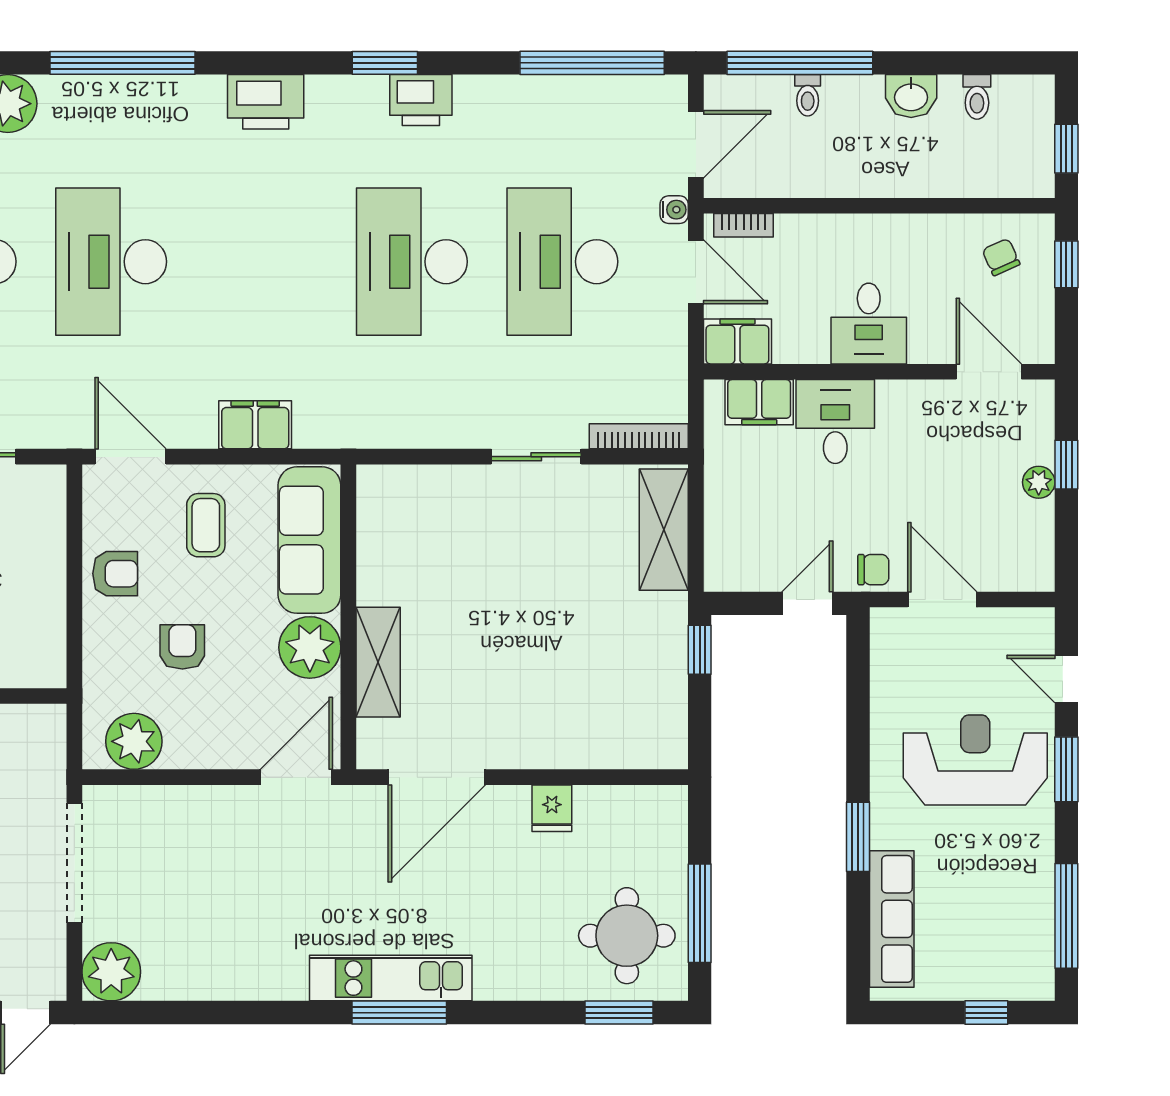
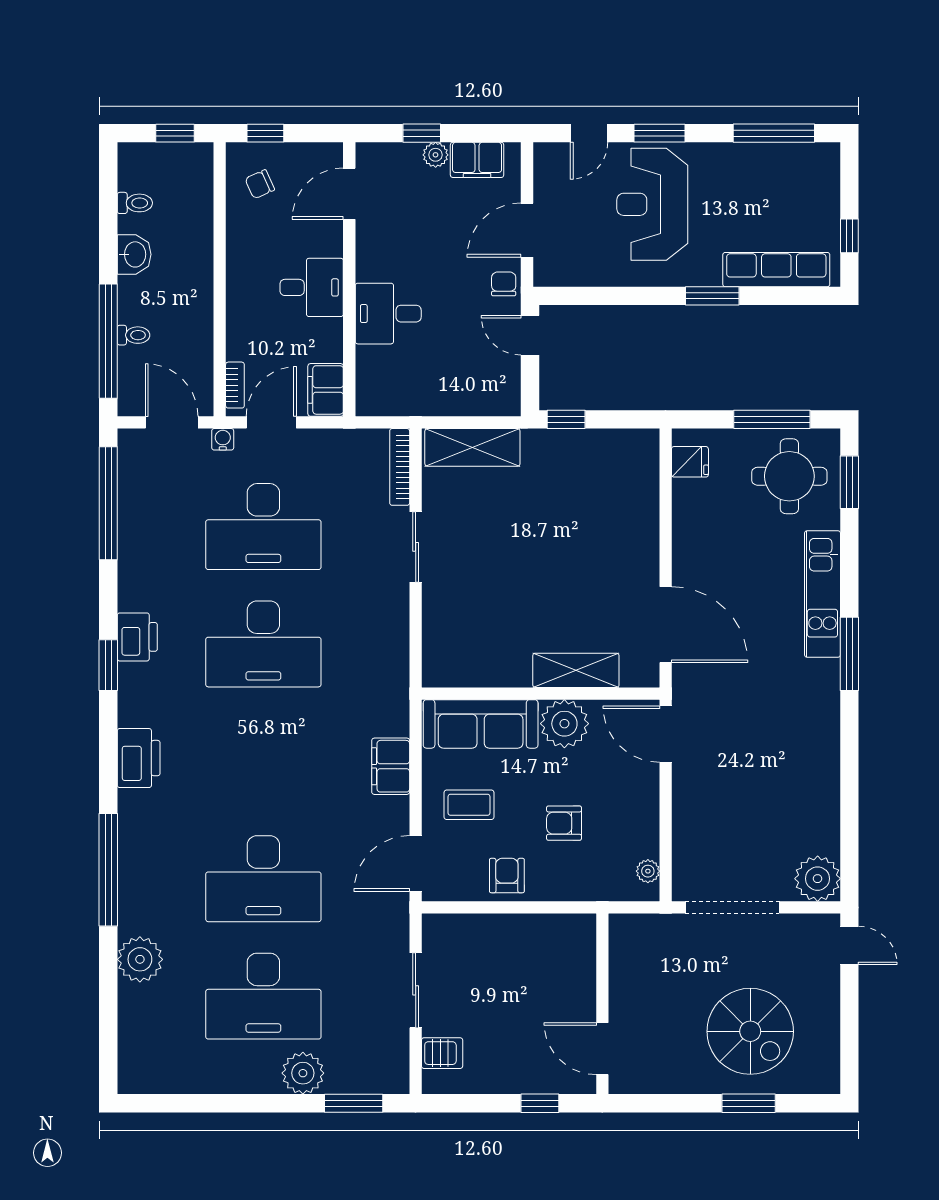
filing cabinet: (759, 402) -> (477, 160), moved, turned 90
plant: (134, 741) -> (648, 871), width x0.53, depth x0.53
fridge: (552, 808) -> (690, 462), moved
kitchen unit: (391, 978) -> (822, 594), moved
window: (986, 1013) -> (849, 236), moved

